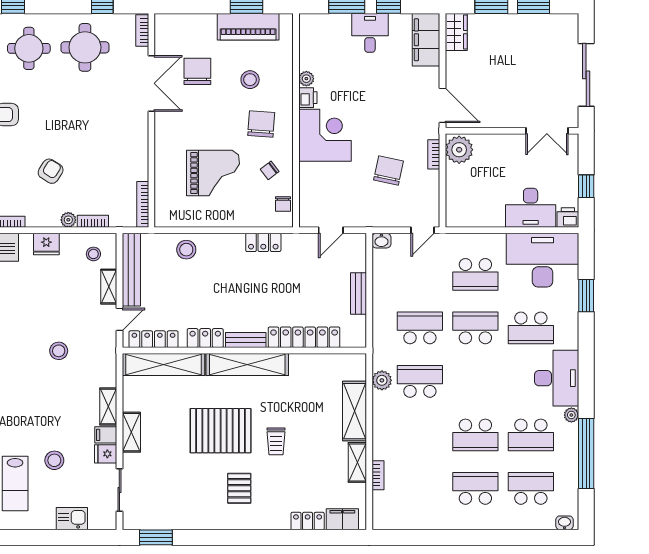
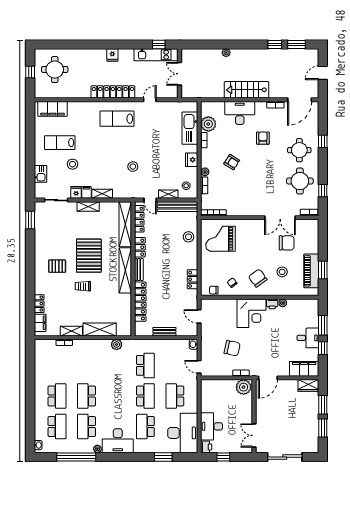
chair: (261, 124) -> (258, 278), turned -130
grand piano: (213, 173) -> (220, 239), moved, turned 90
school desk: (420, 381) -> (116, 365), removed

